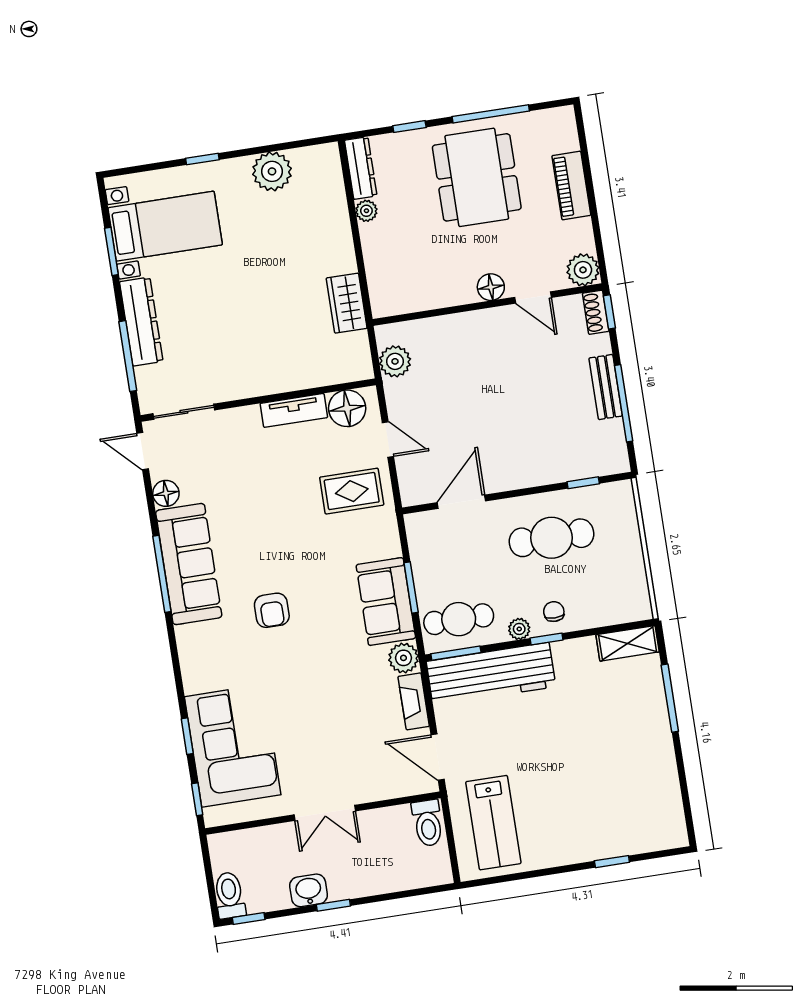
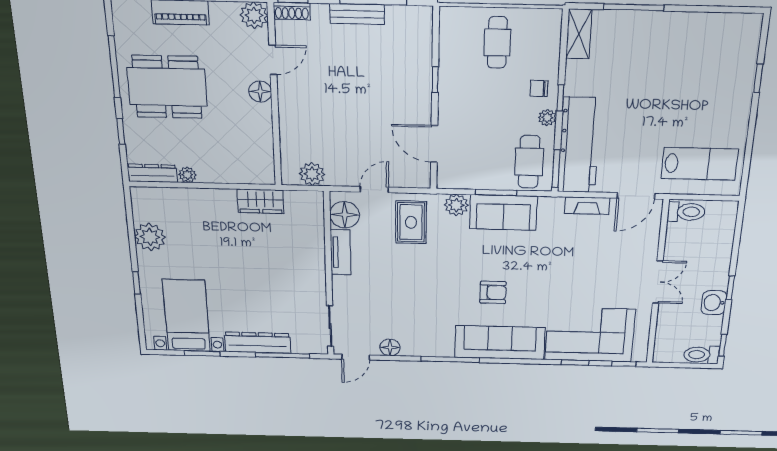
window: (583, 483) -> (435, 80), moved
cafe table: (551, 538) -> (497, 42), moved, width x0.73, depth x0.74
sofa: (189, 564) -> (500, 343), moved
plant: (403, 658) -> (456, 205), moved

